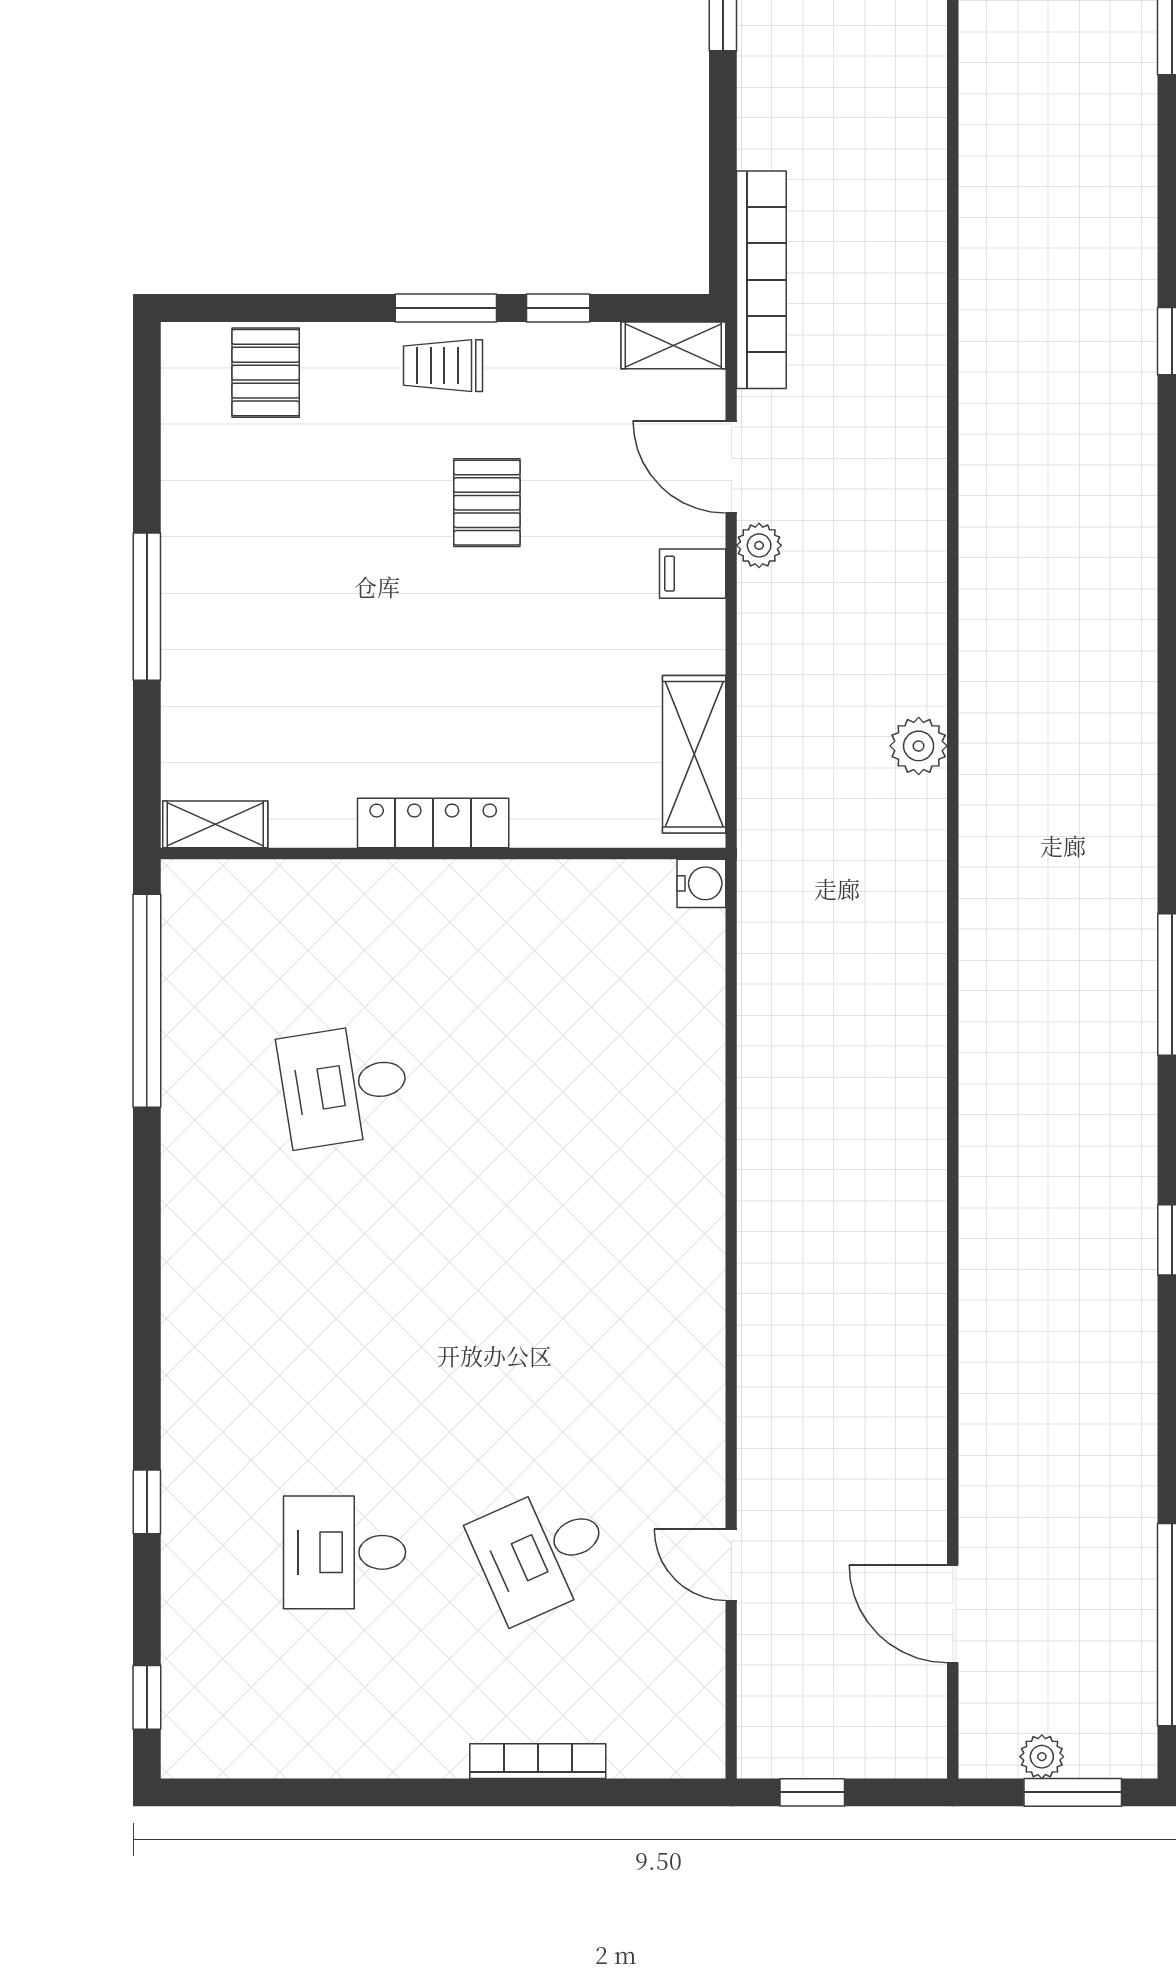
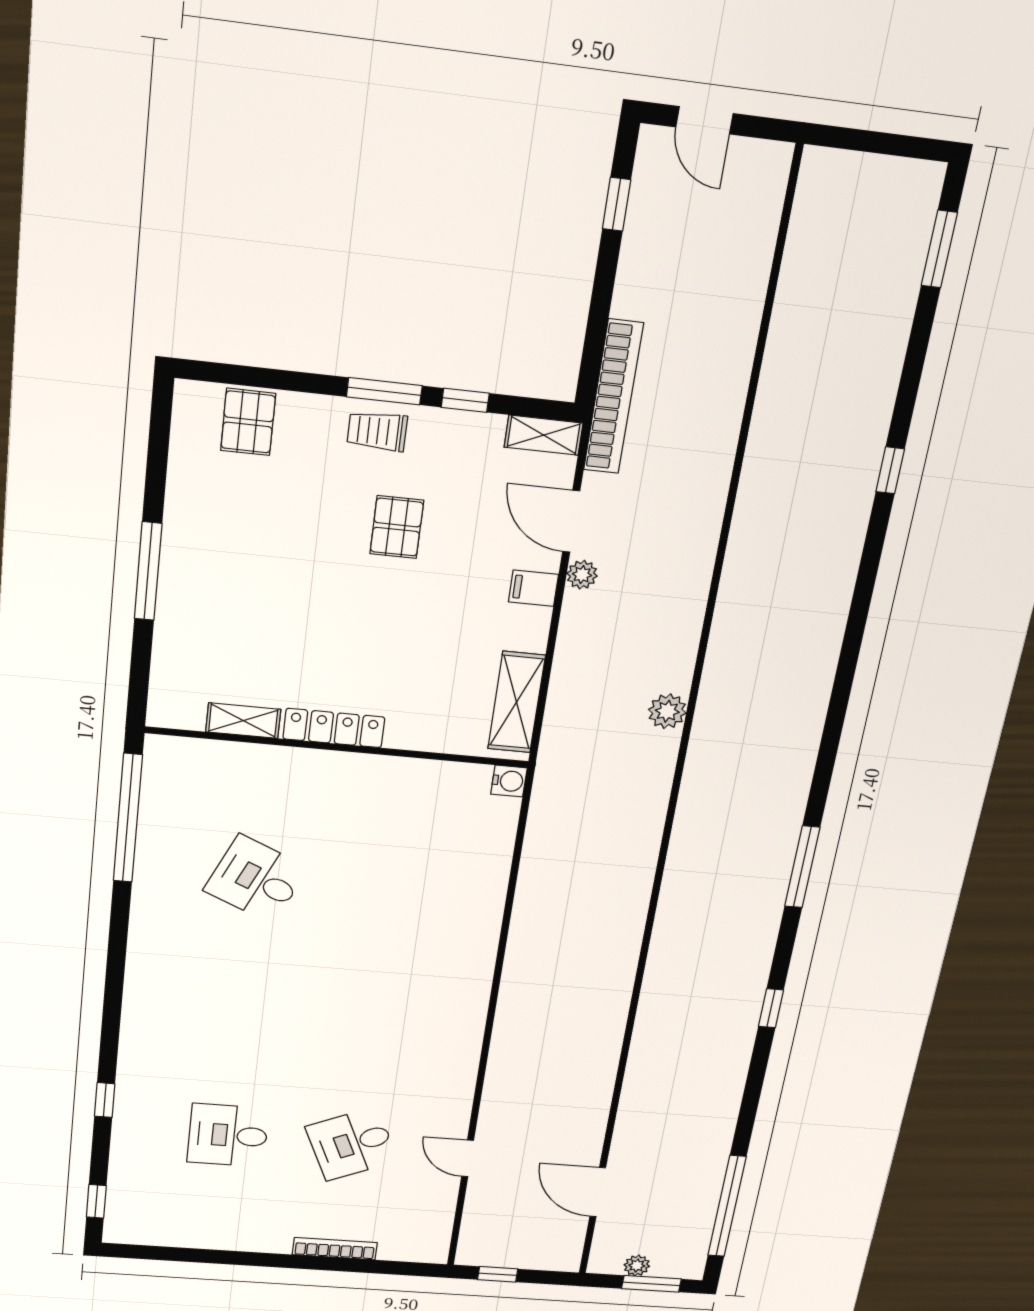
shelving: (215, 824) -> (243, 721), moved
desk: (344, 1085) -> (256, 879), turned 33

